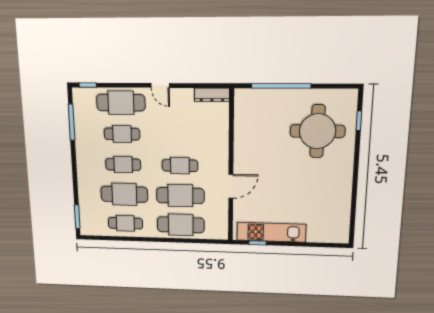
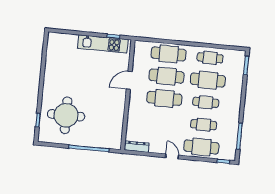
cafe table: (180, 166) -> (164, 98), width x1.37, depth x1.35

